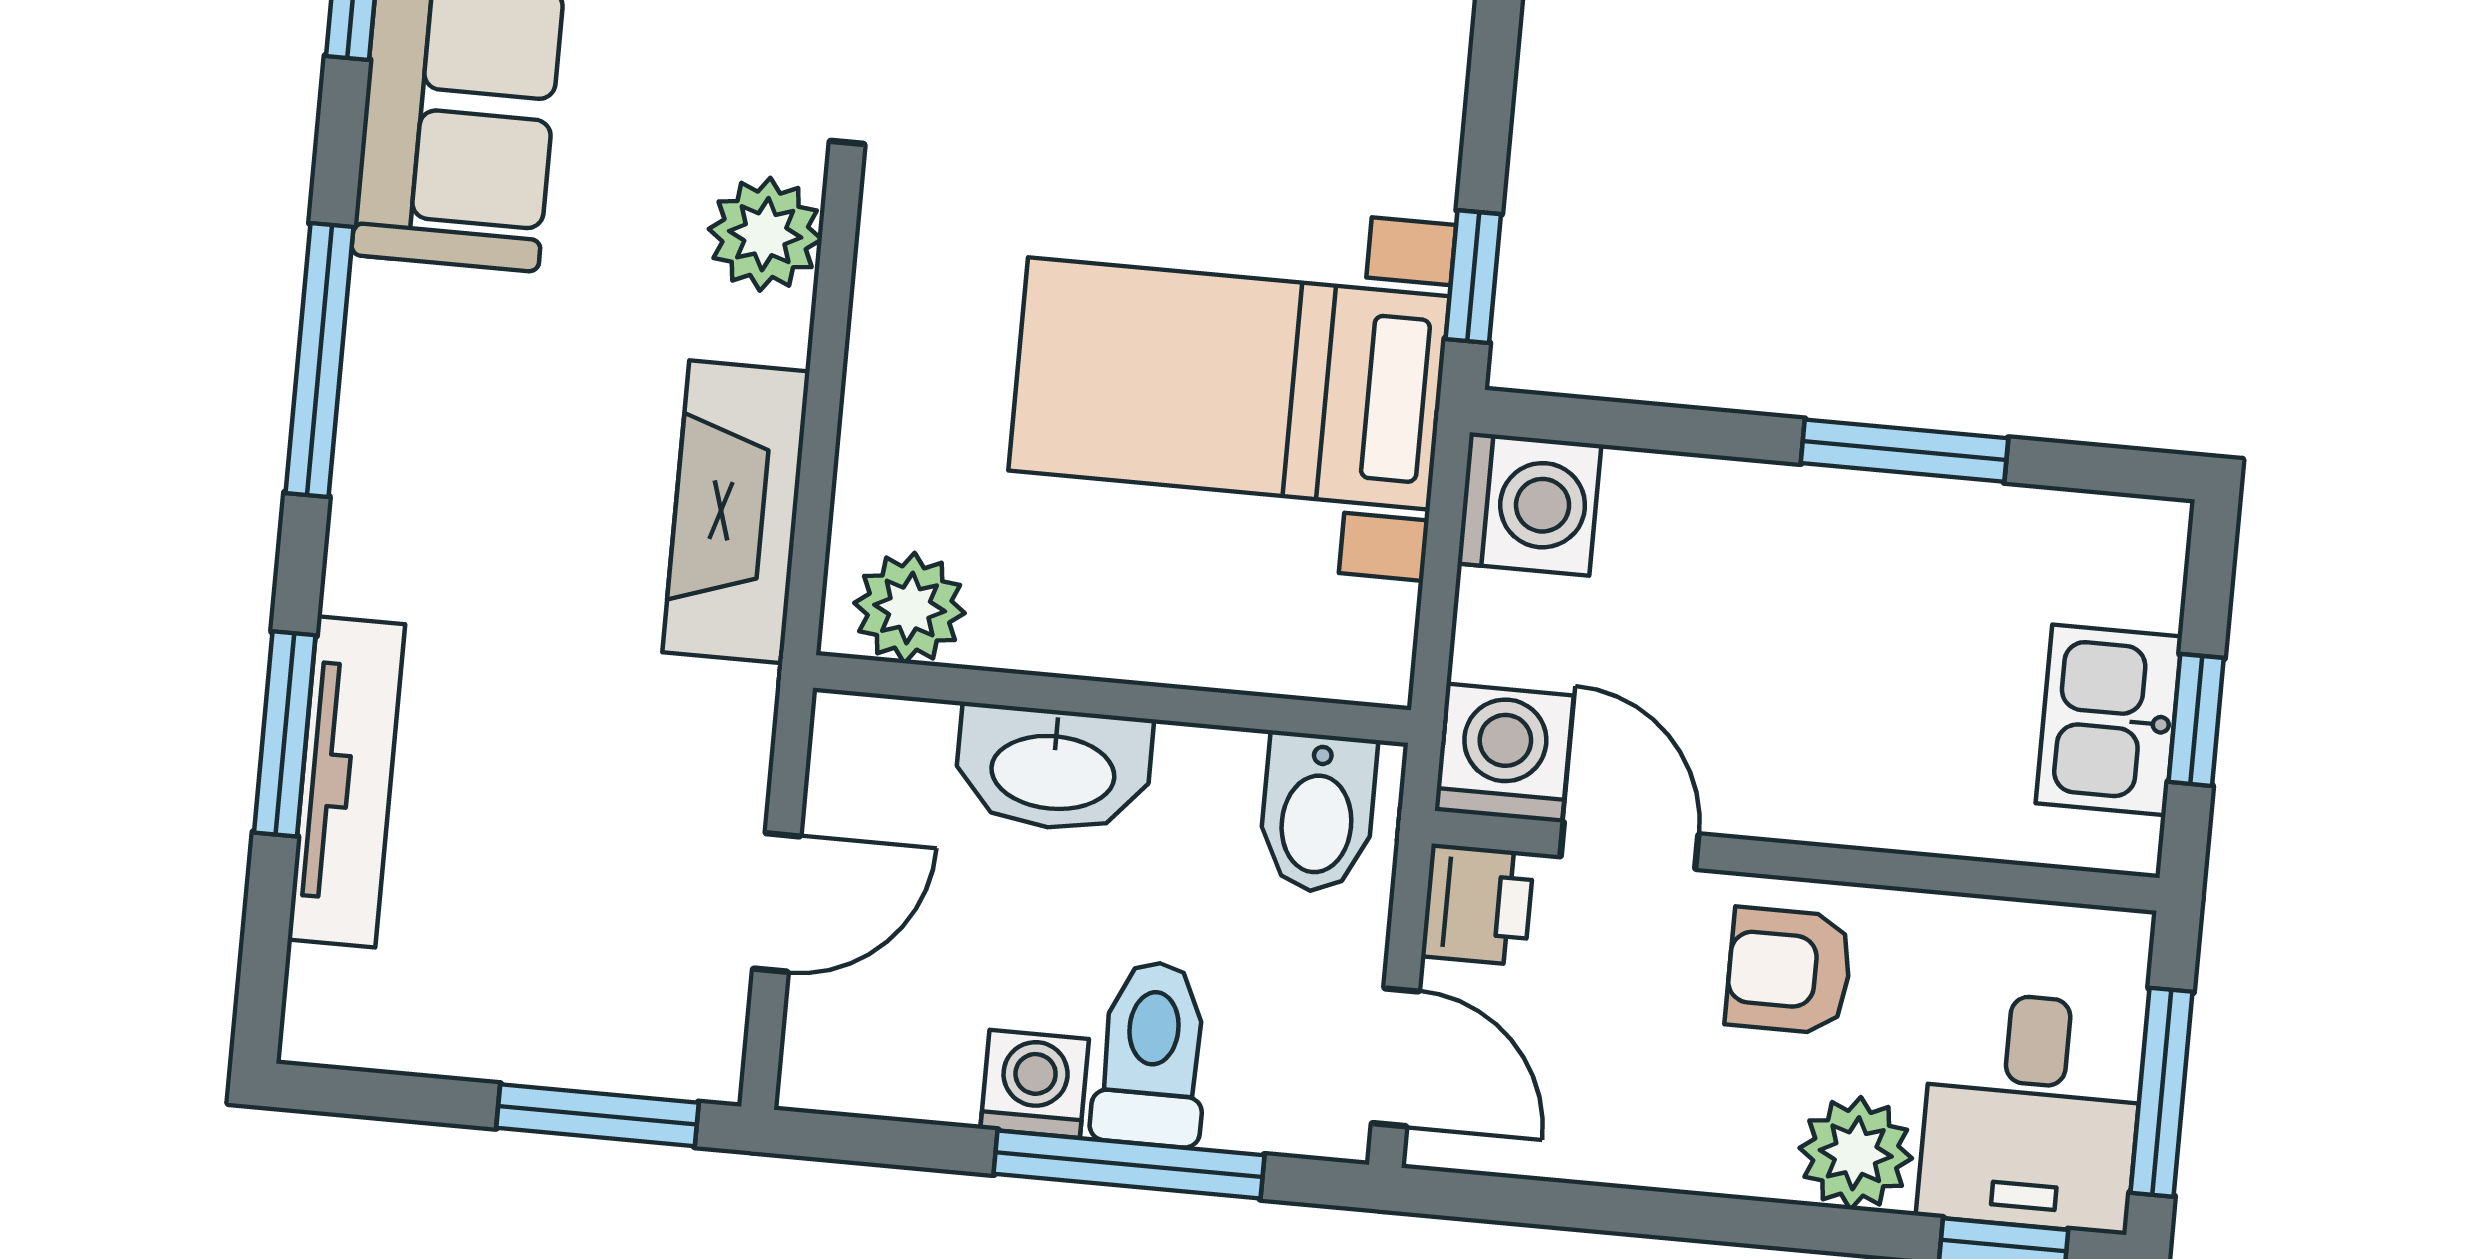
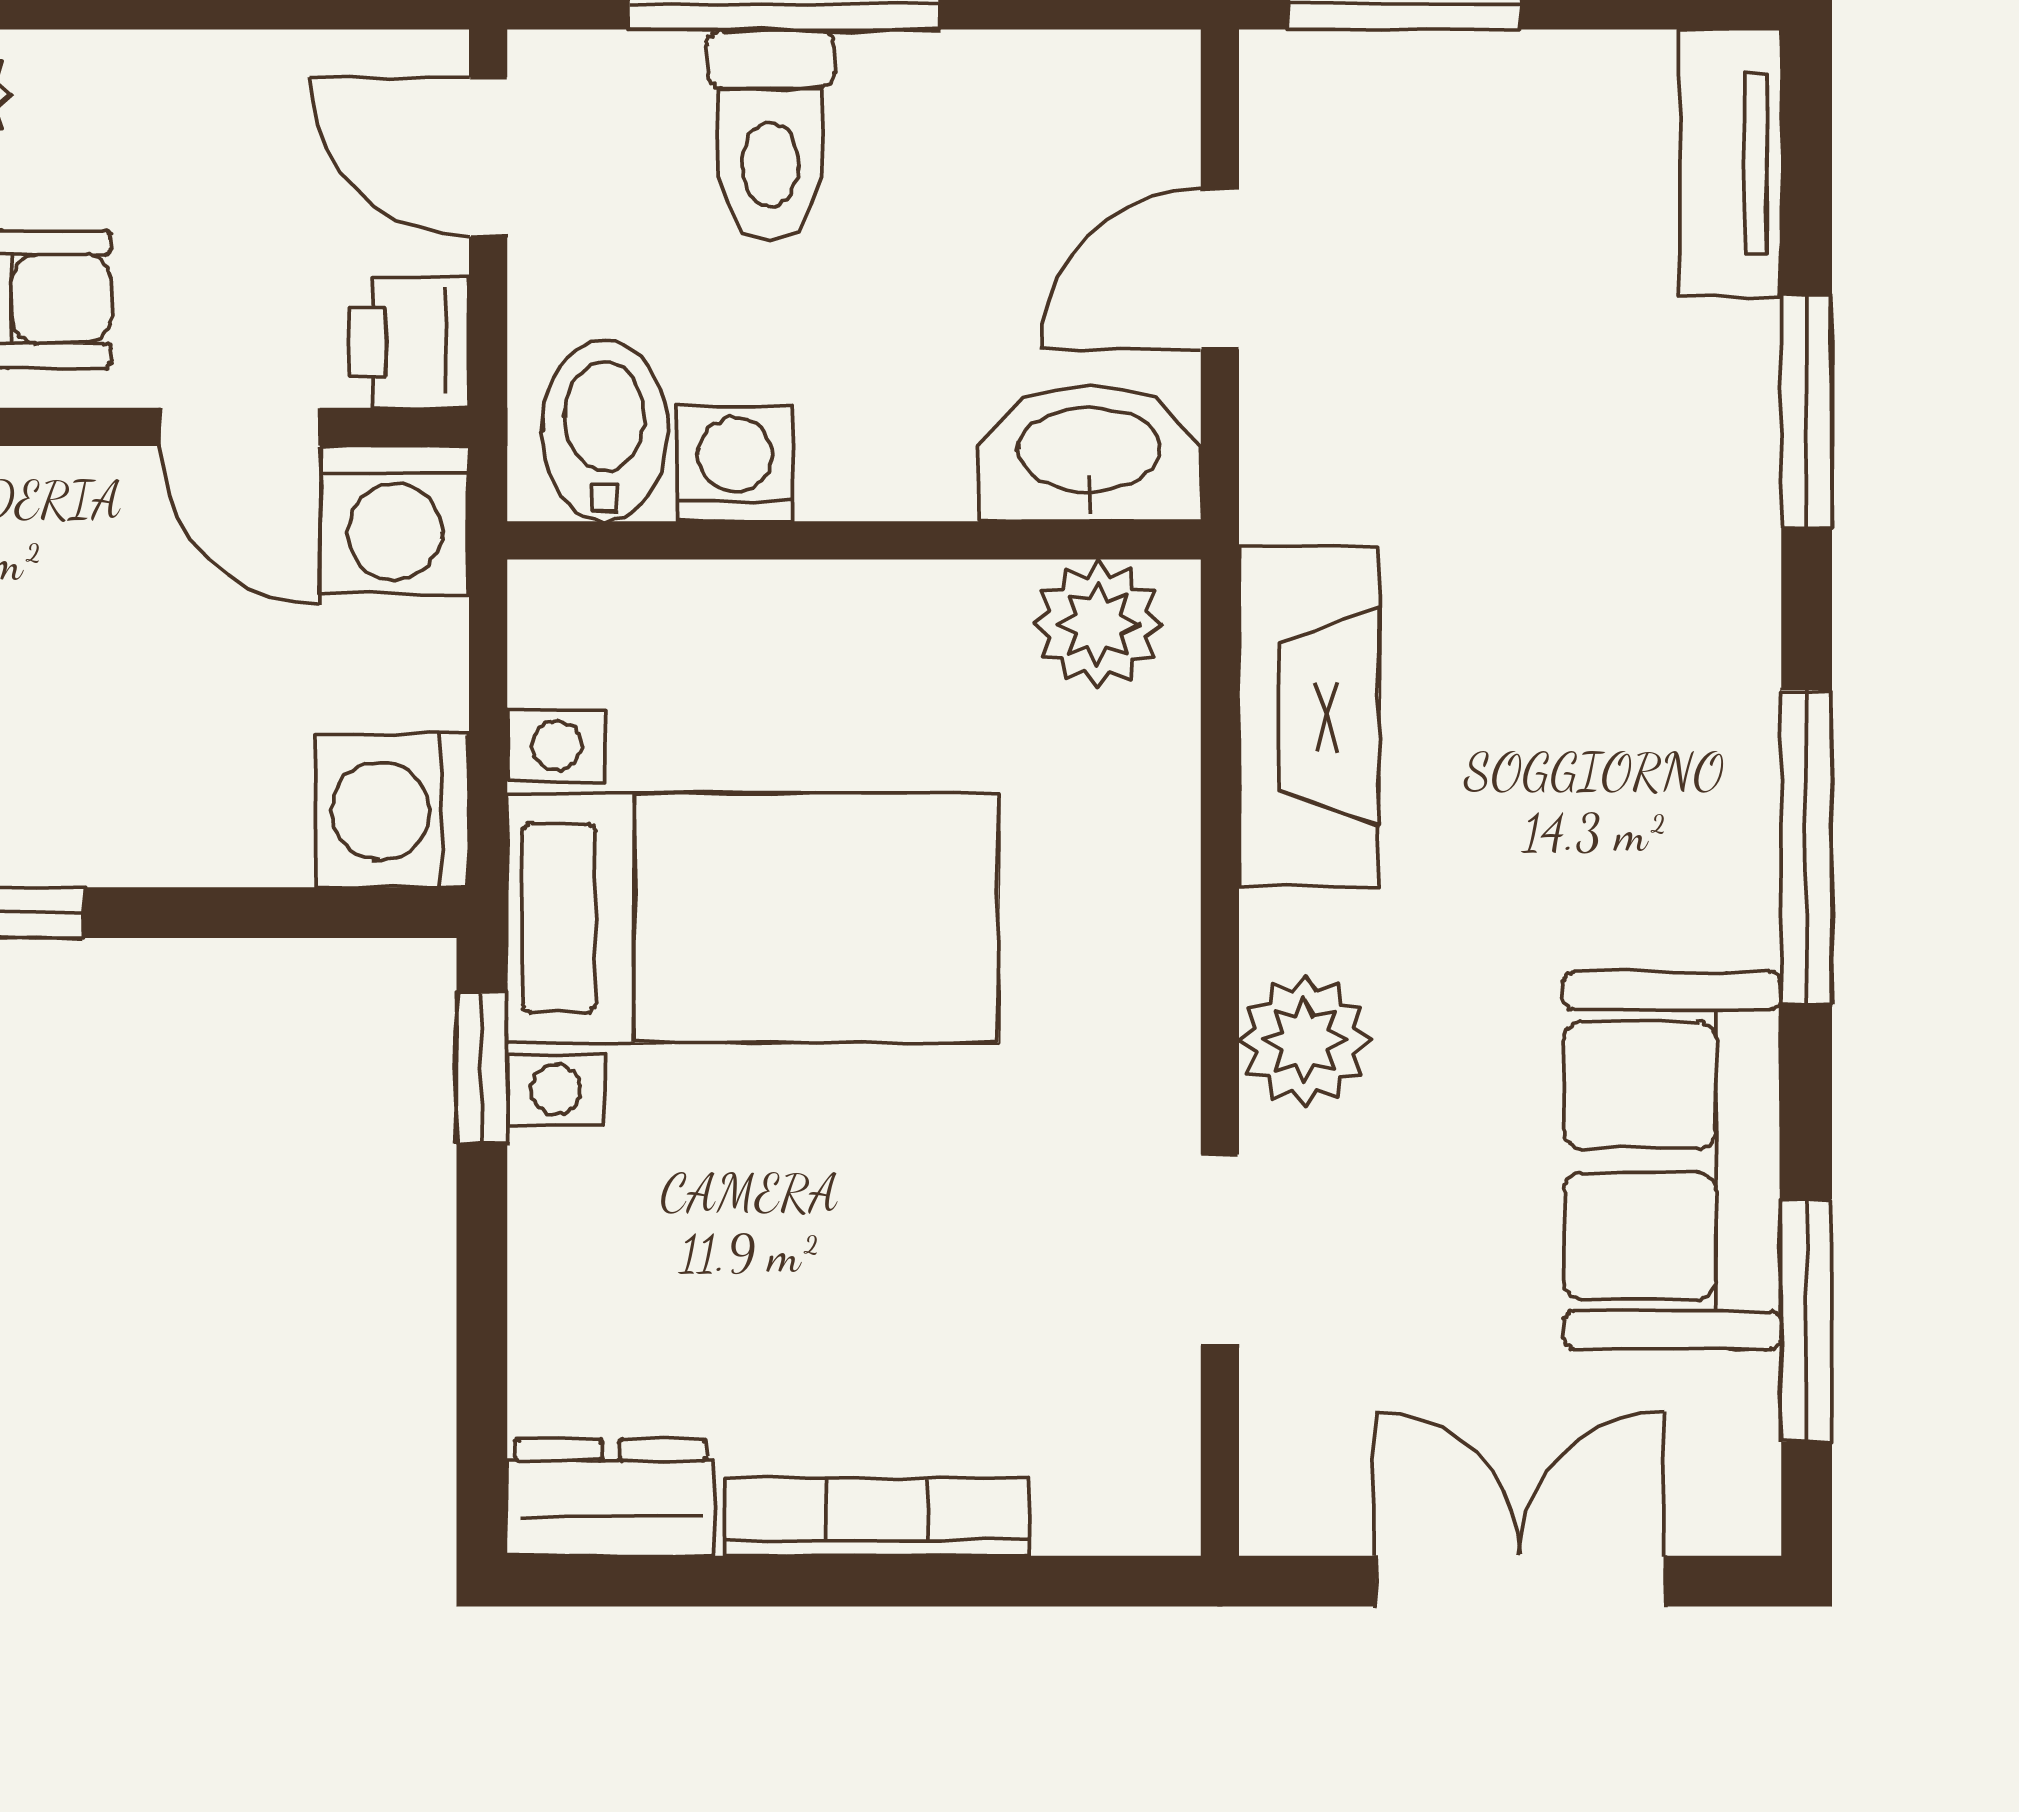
washbasin: (1053, 769) -> (1089, 453), moved
tv unit: (346, 782) -> (1730, 163), moved, width x0.71
washing machine: (1035, 1084) -> (735, 464), moved, turned 180

